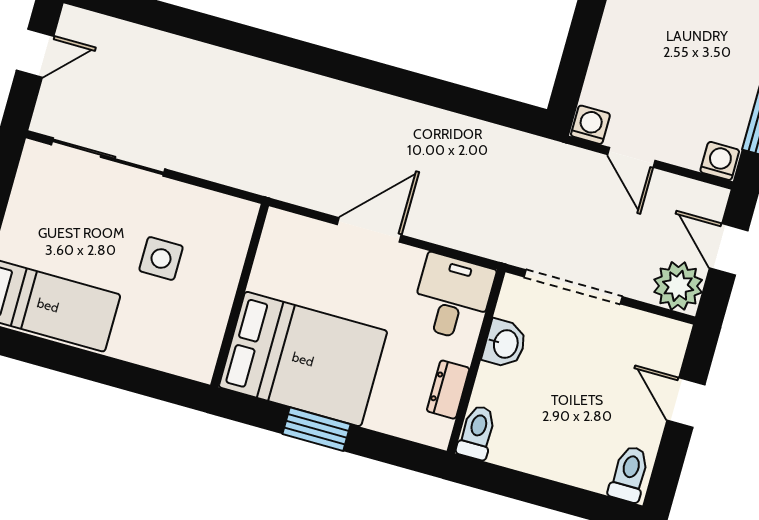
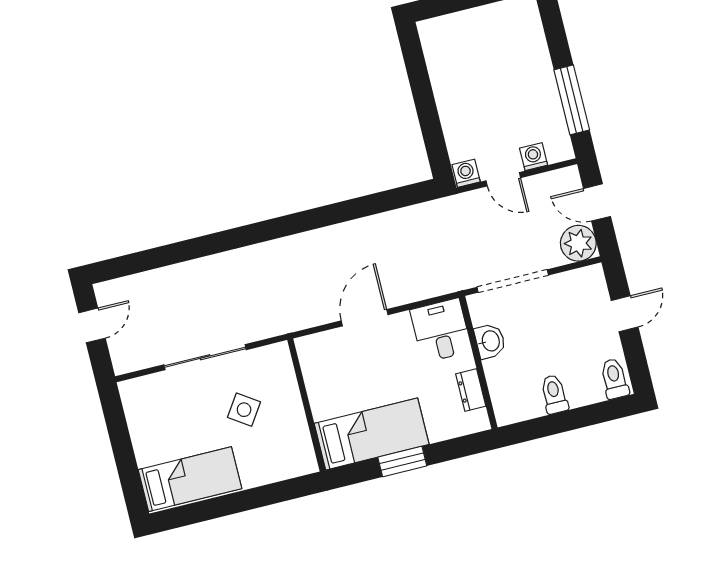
sliding door: (108, 157) -> (205, 357), moved
washing machine: (720, 161) -> (534, 157), moved
side table: (161, 258) -> (244, 410), turned 34
bed: (303, 359) -> (372, 434), width x0.67
door: (686, 403) -> (625, 314), swing flipped
toilet: (477, 432) -> (554, 394), moved

